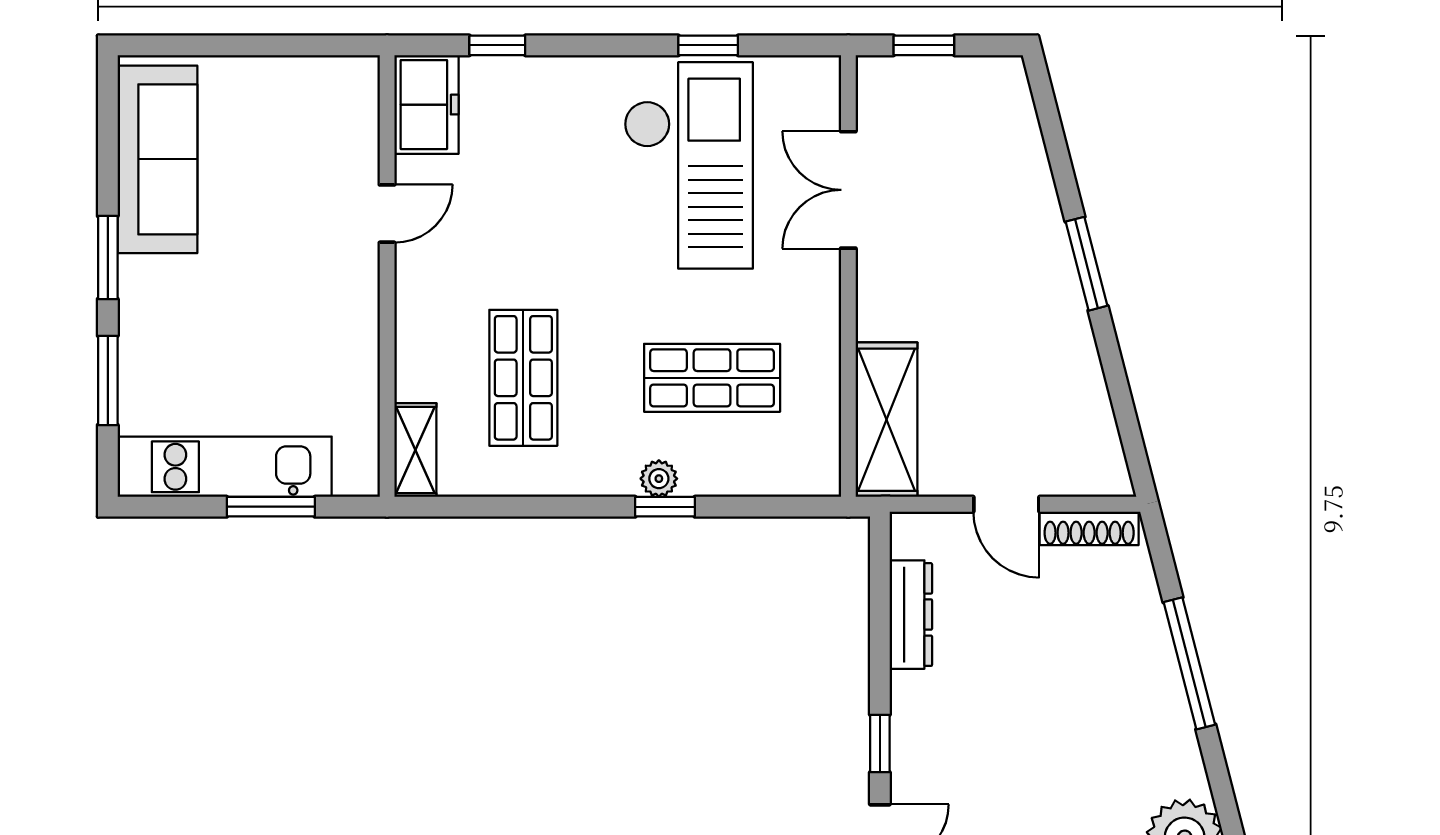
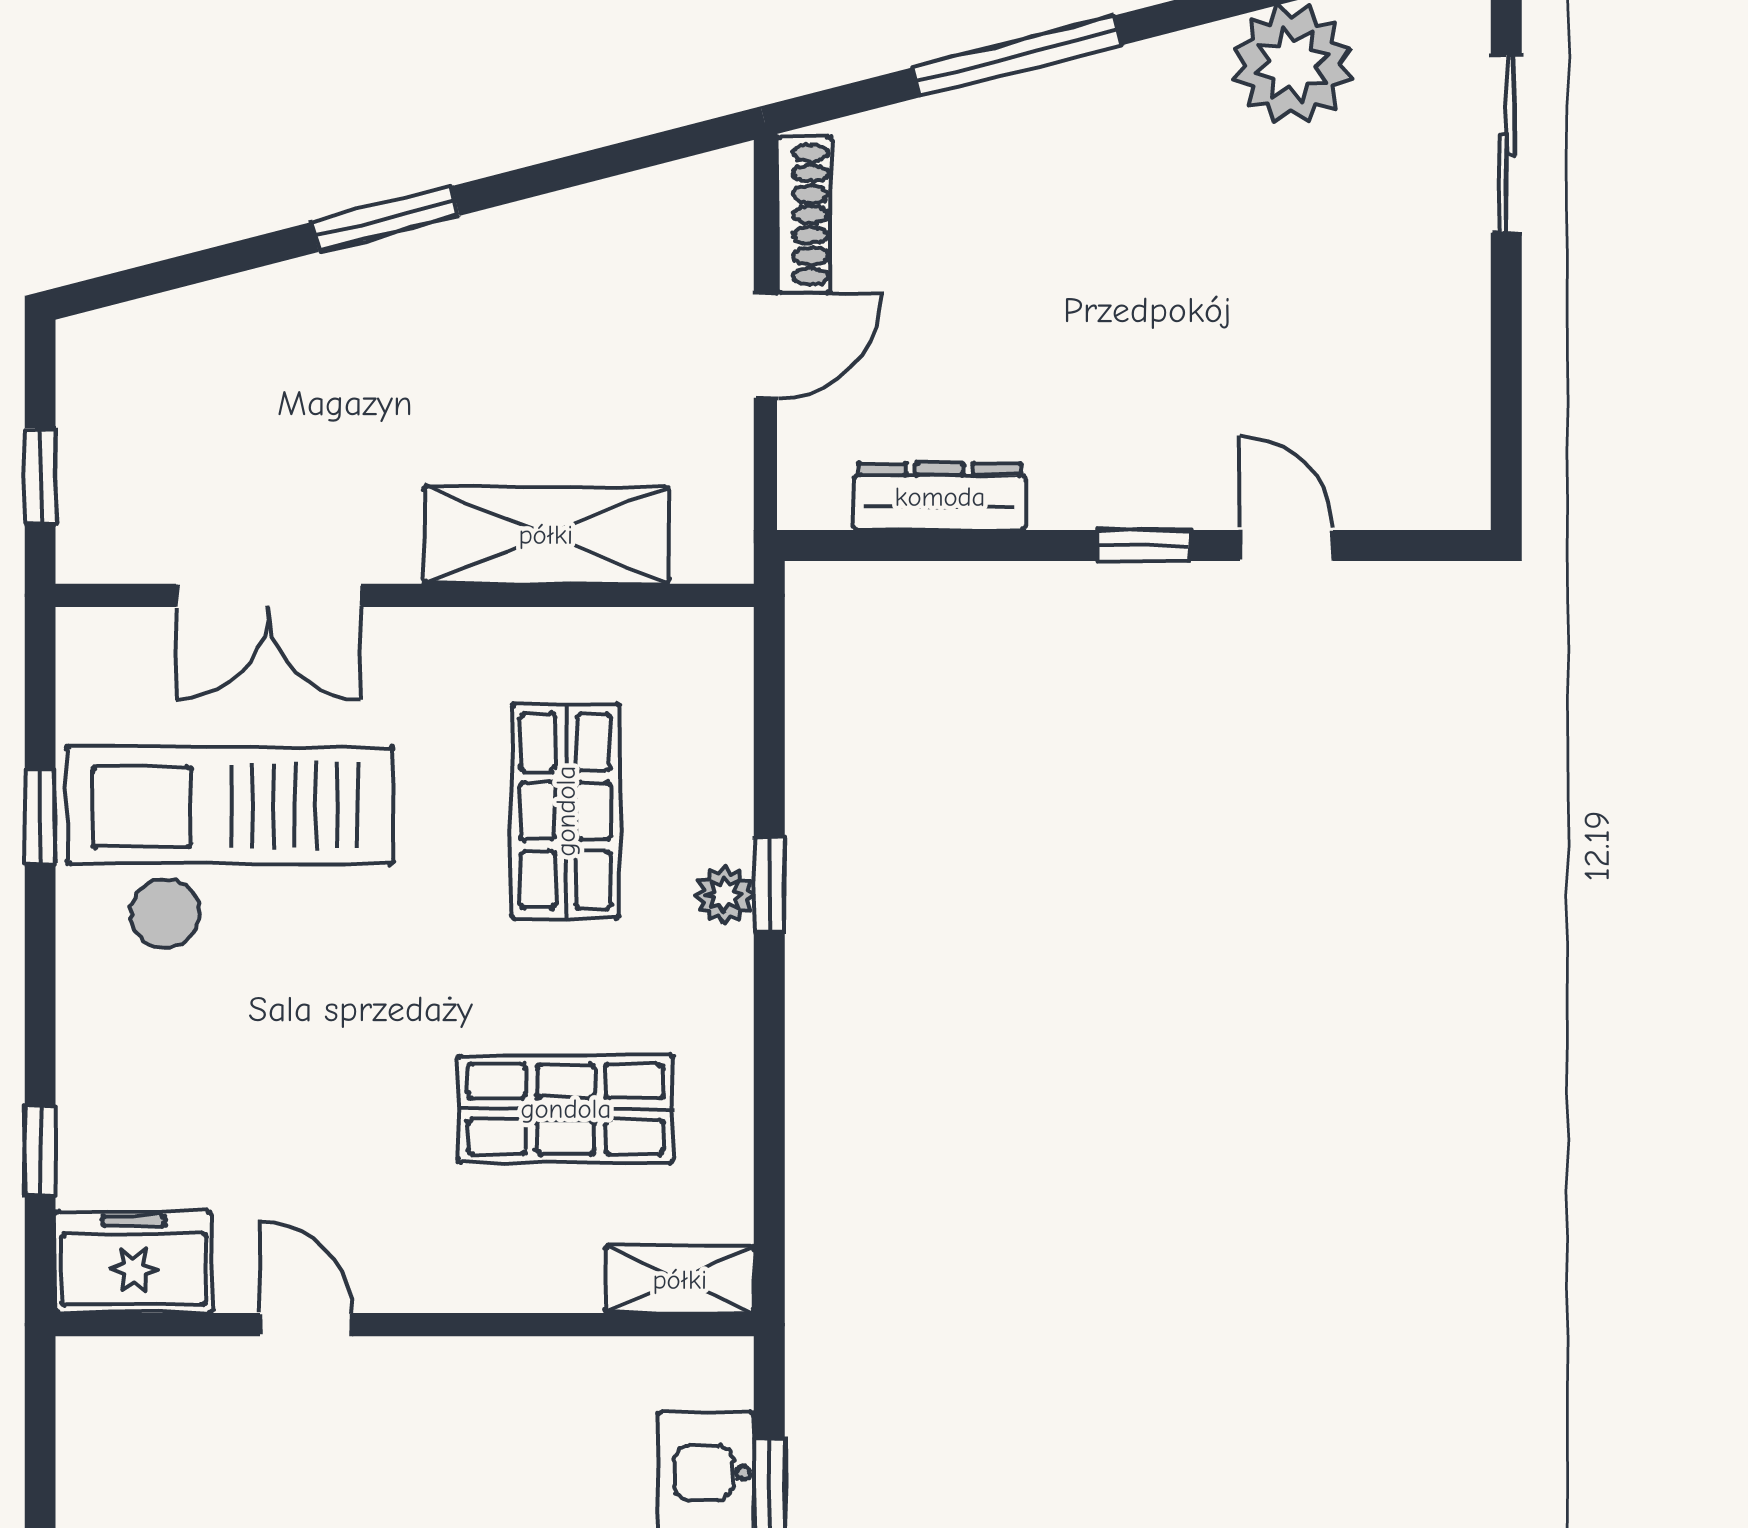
shelving: (887, 420) -> (546, 535), moved

